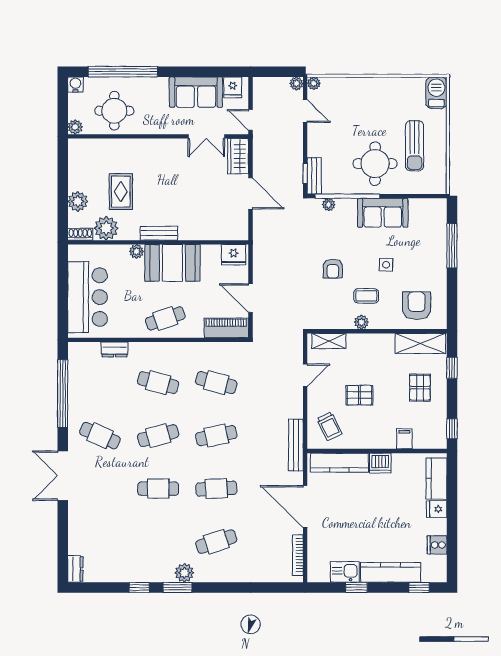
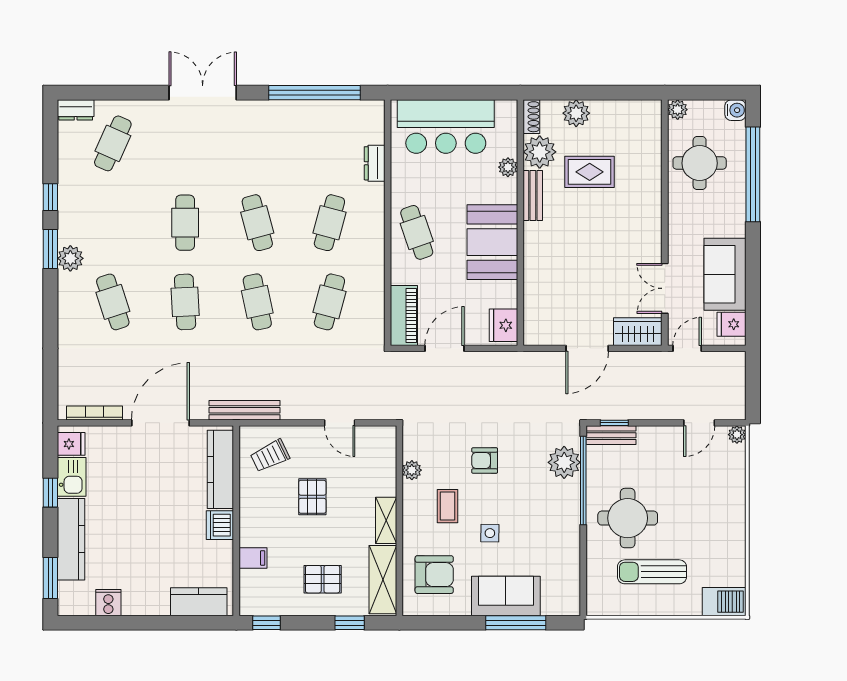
plant: (296, 84) -> (737, 411), removed
plant: (329, 205) -> (564, 462), width x1.87, depth x1.87
sofa: (383, 213) -> (506, 596), moved, turned 90
bench: (159, 233) -> (533, 196), moved
plant: (136, 251) -> (508, 167), moved
plant: (361, 322) -> (412, 470), moved
shelving: (329, 341) -> (386, 520), moved
cafe table: (100, 436) -> (113, 143), moved
fridge: (437, 509) -> (71, 444), moved, turned 90
window: (419, 587) -> (50, 578), width x1.50

